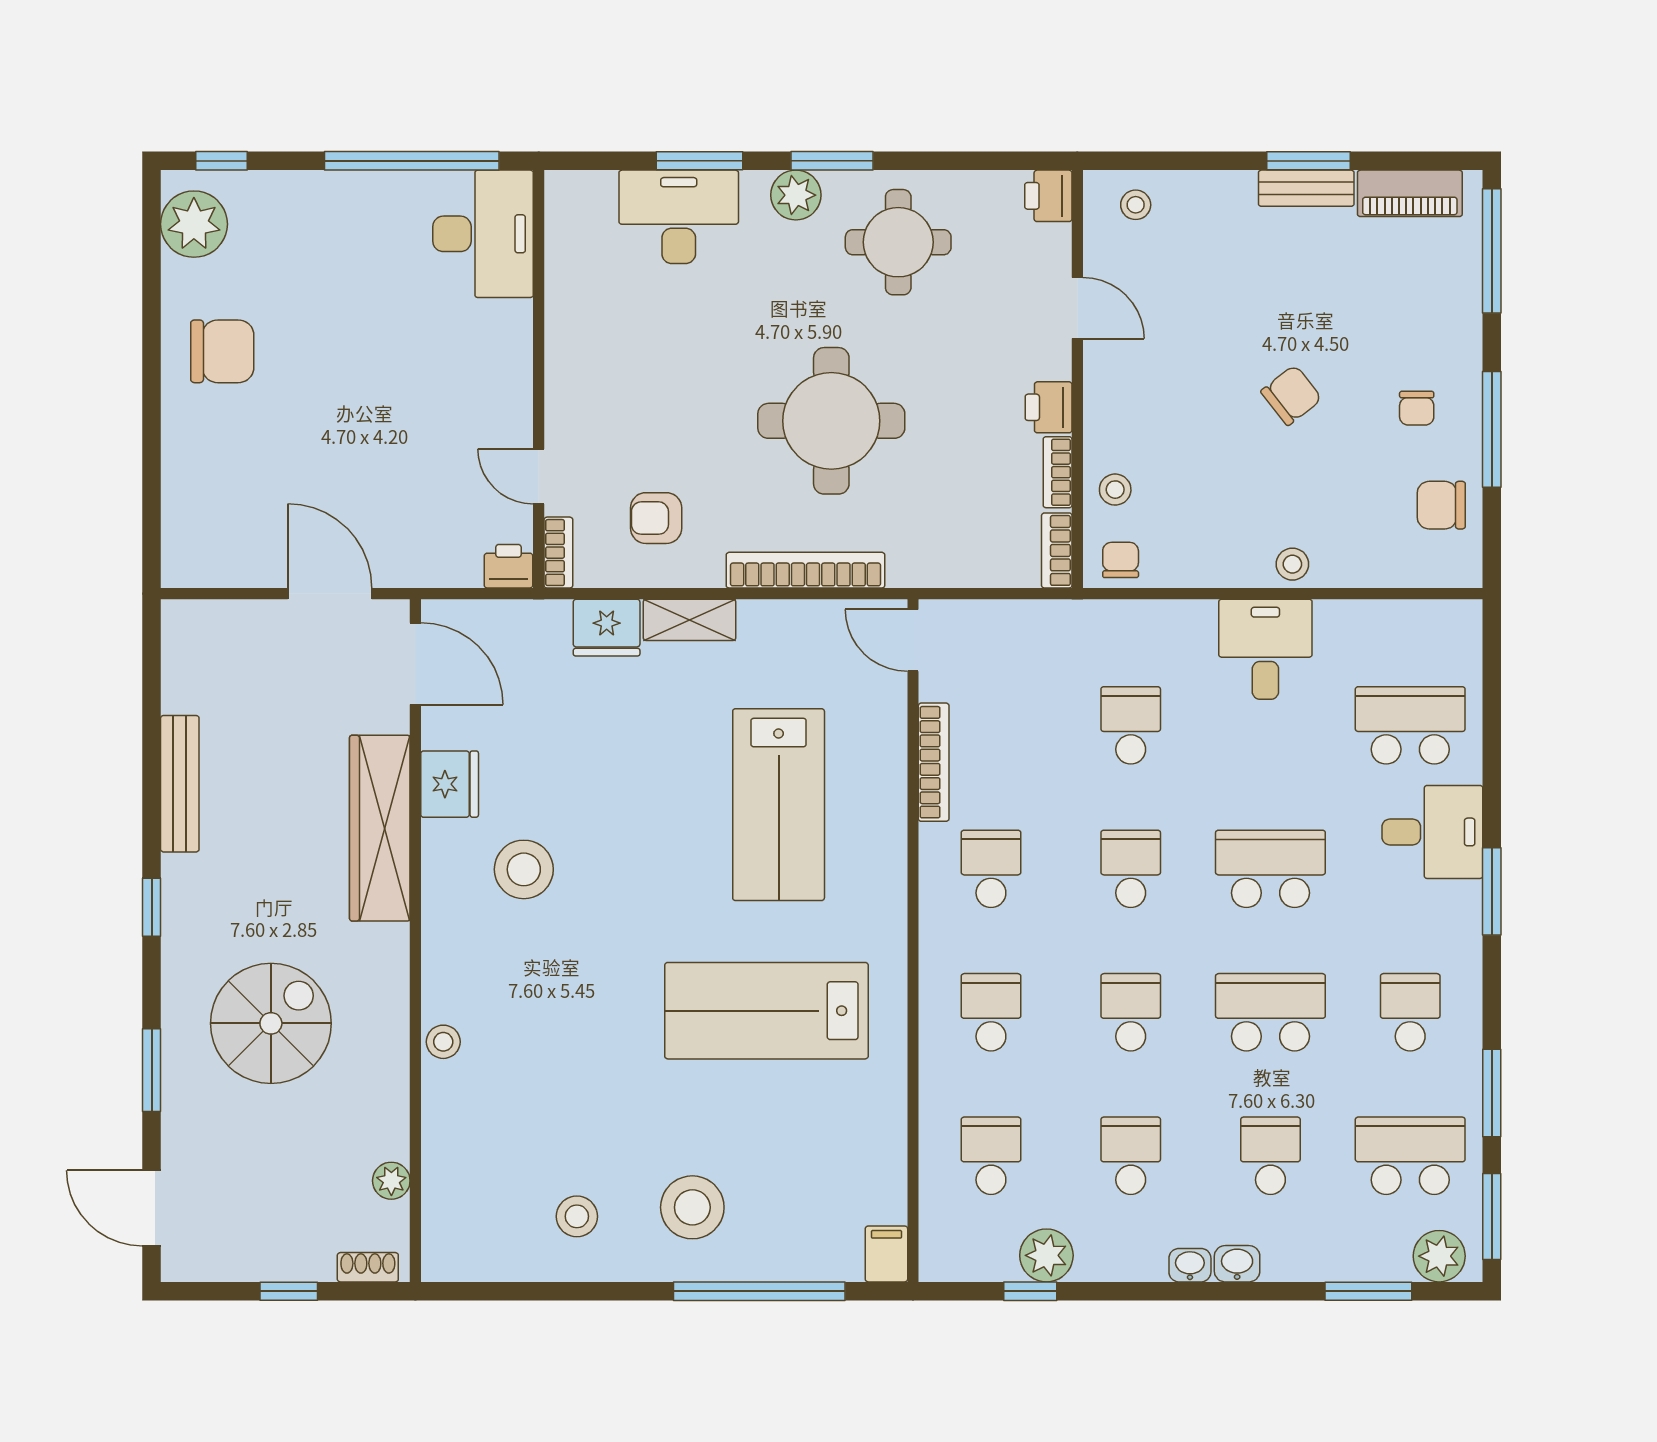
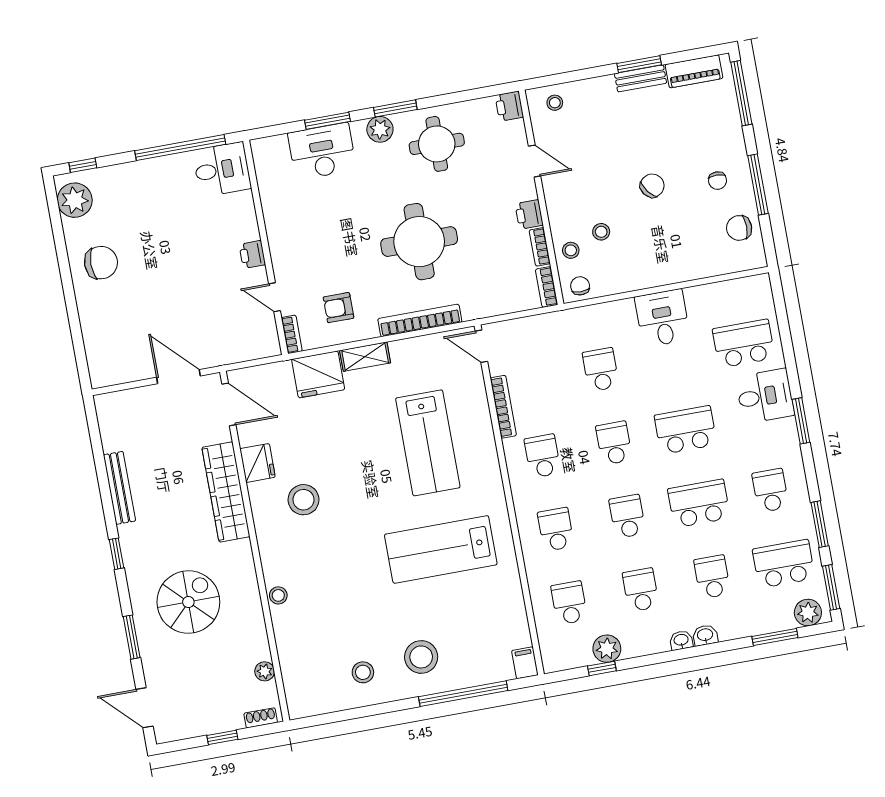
desk: (483, 234) -> (222, 169), width x0.73
stool: (1292, 564) -> (601, 232), moved
printer: (509, 566) -> (252, 254), moved, turned -90
fridge: (607, 628) -> (318, 374), width x1.36, depth x1.34

